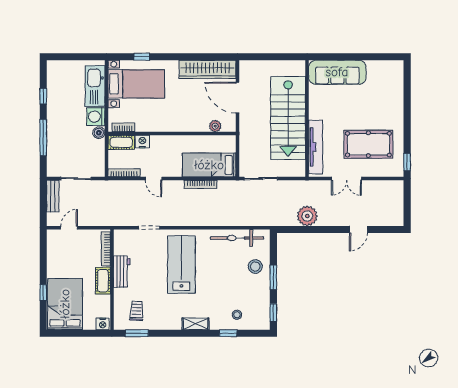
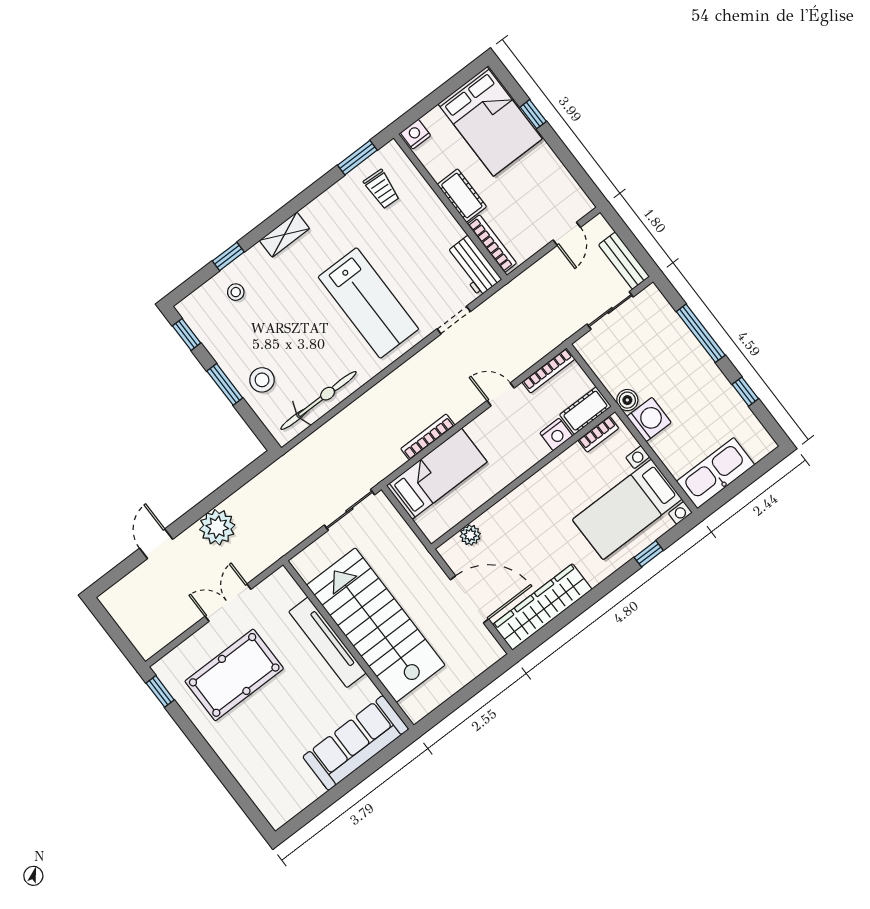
kitchen sink: (95, 86) -> (716, 473), moved, turned -90
tv unit: (316, 147) -> (327, 642), moved
plant: (307, 216) -> (217, 527), moved
workbench: (122, 272) -> (474, 266), moved

